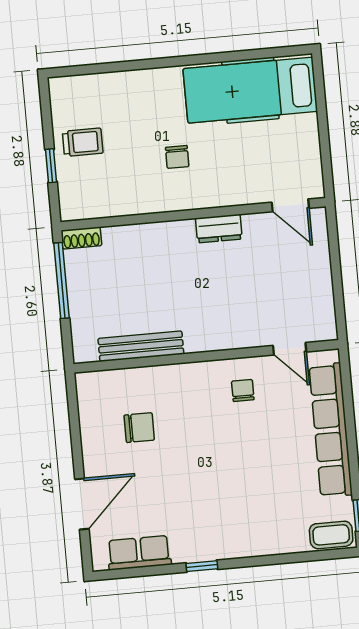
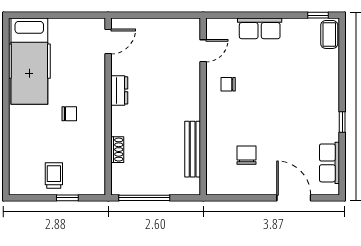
shoe rack: (81, 238) -> (117, 150), moved
row of seats: (331, 430) -> (260, 28), width x0.50

